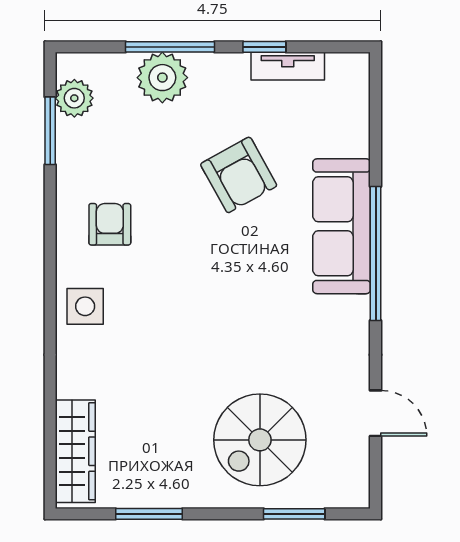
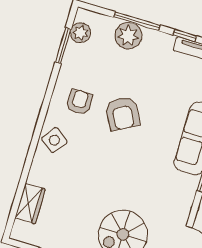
armchair: (239, 175) -> (122, 114), moved
side table: (85, 306) -> (54, 140), turned 37
wardrobe: (75, 451) -> (30, 204), width x0.67

